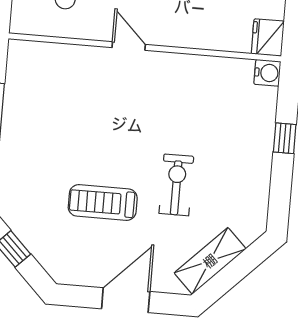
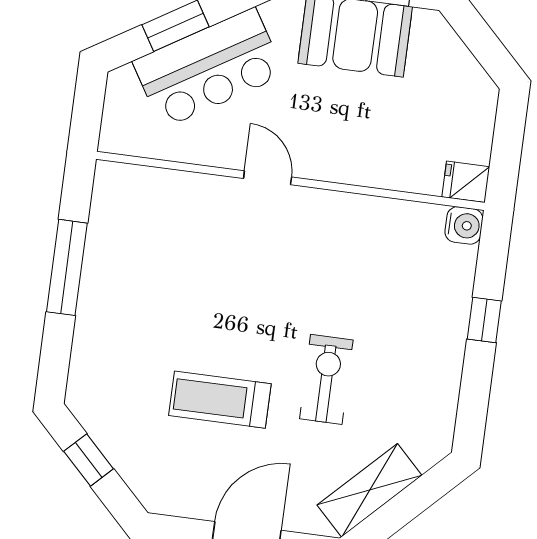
fridge: (268, 37) -> (466, 182), width x0.72

